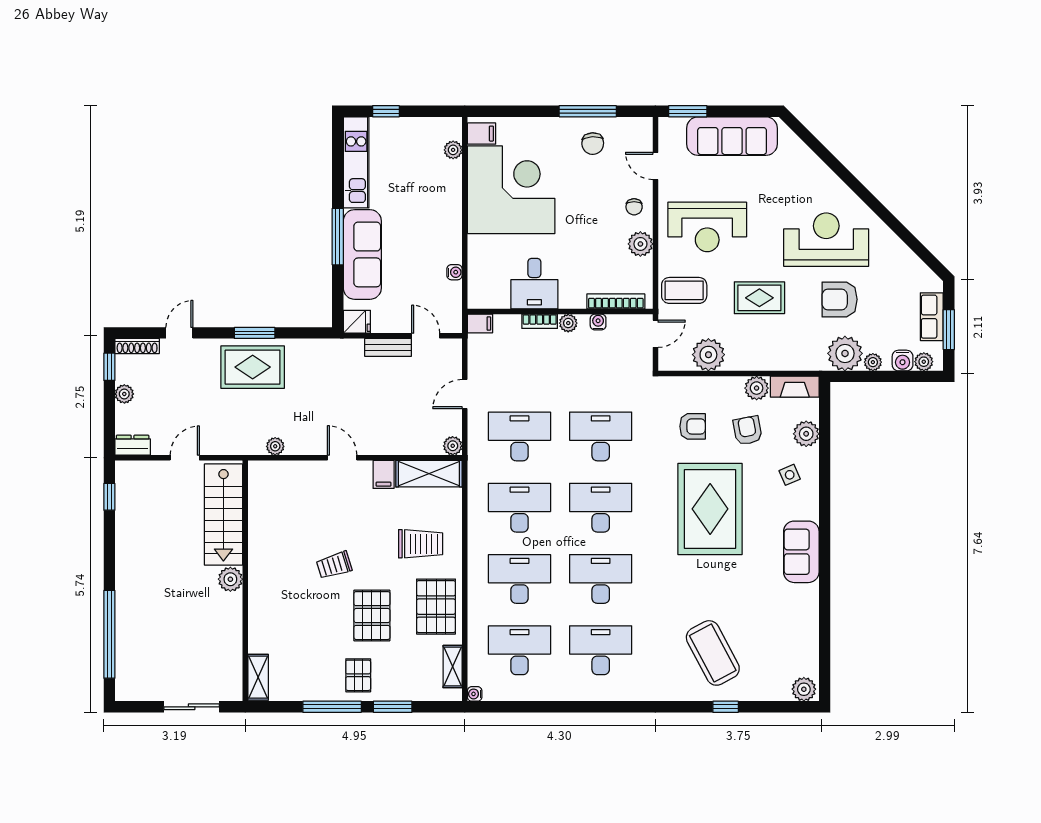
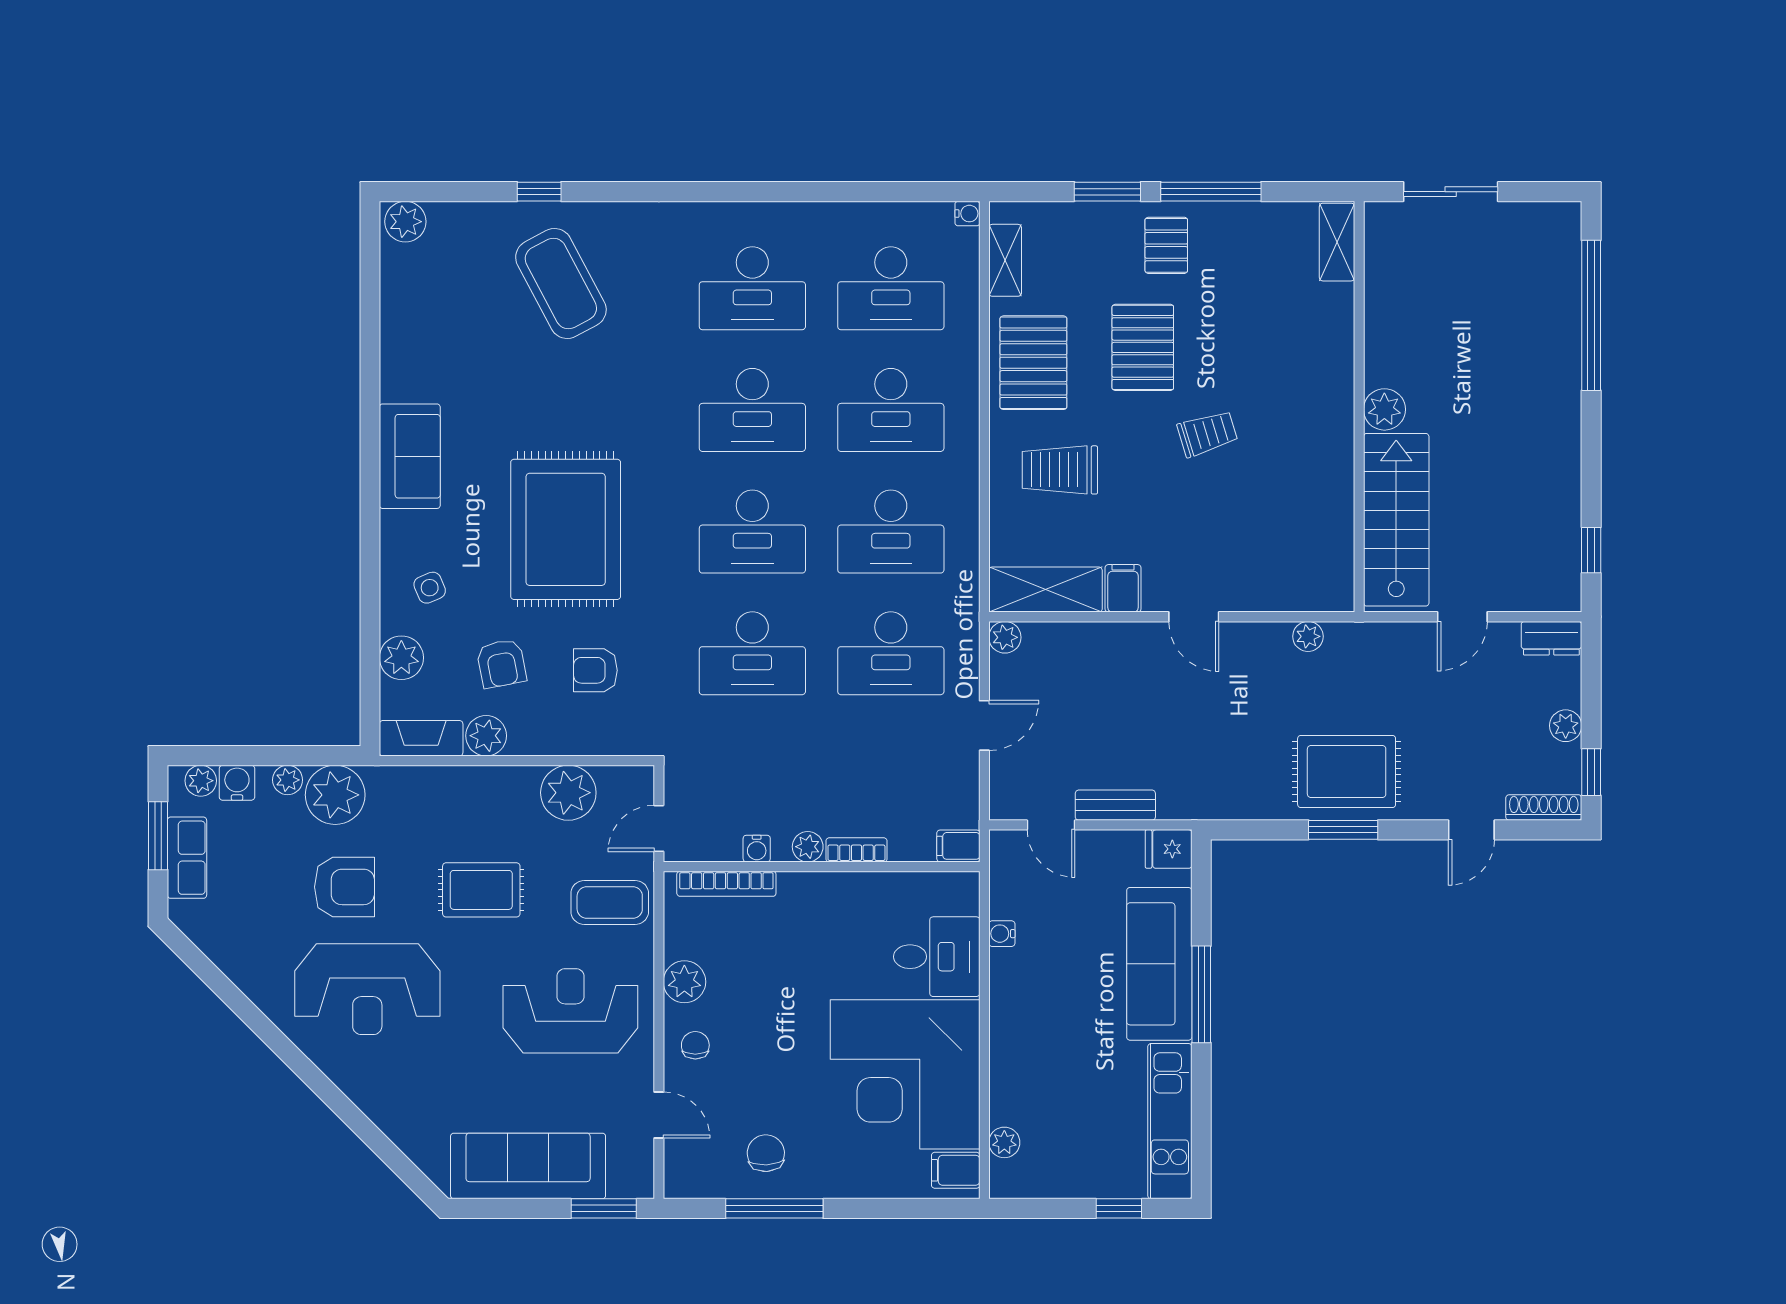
desk: (534, 284) -> (937, 957), moved, turned 90

